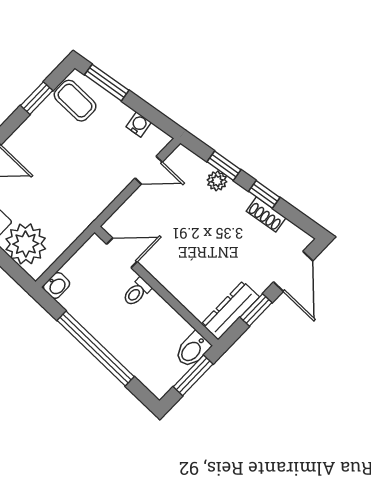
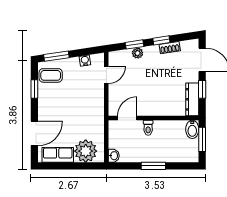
window: (96, 349) -> (153, 166), width x0.47

